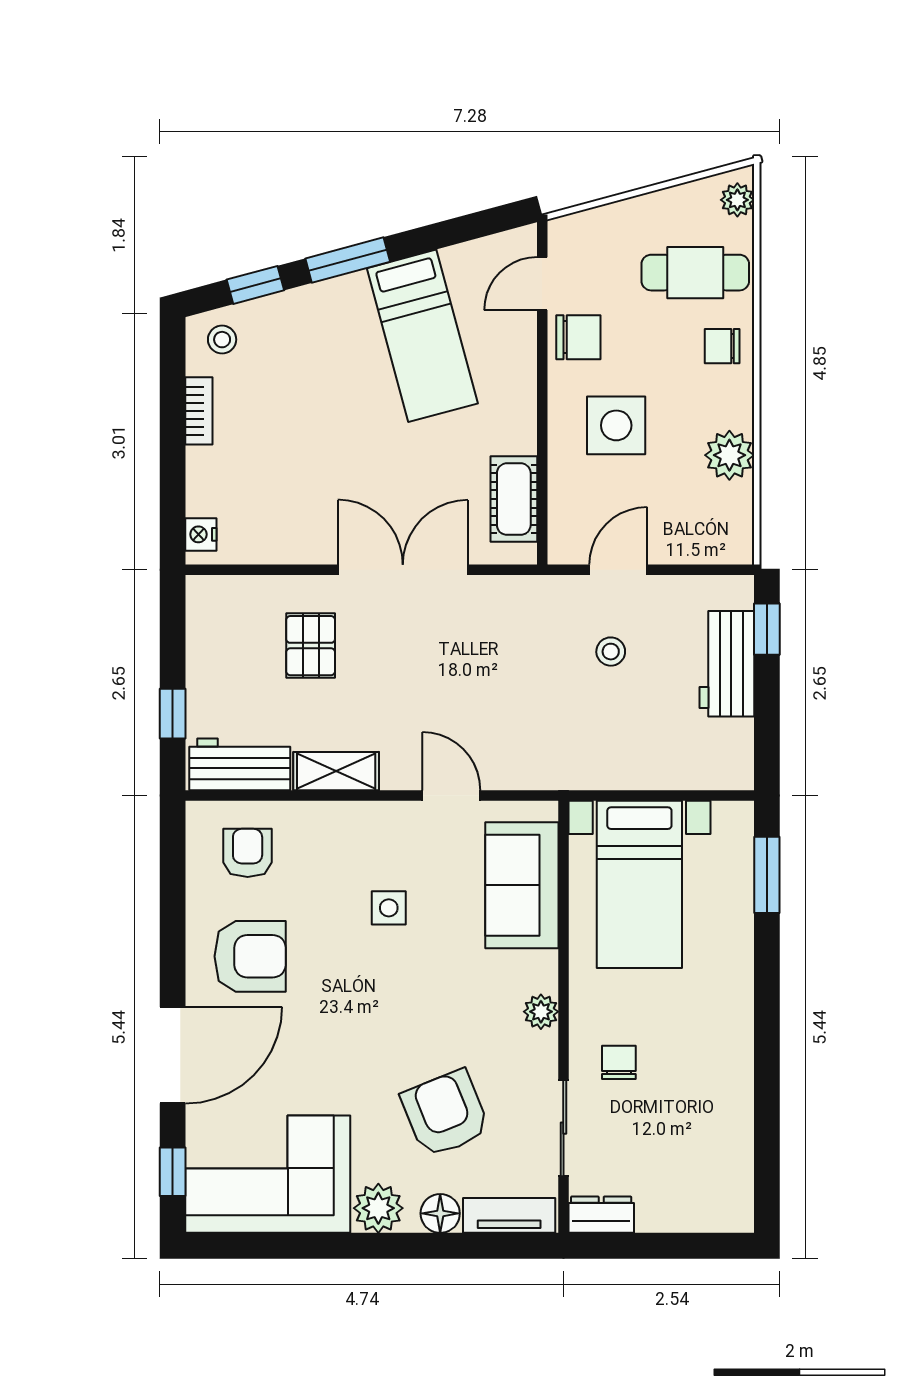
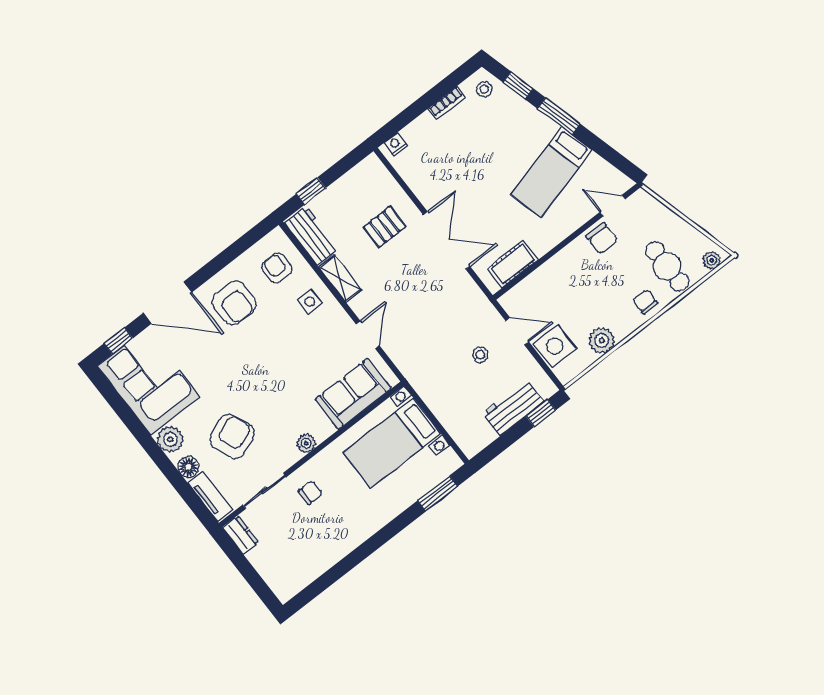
side table: (616, 425) -> (555, 346), moved
armchair: (248, 853) -> (277, 268), turned -90
side table: (389, 908) -> (310, 302), moved

